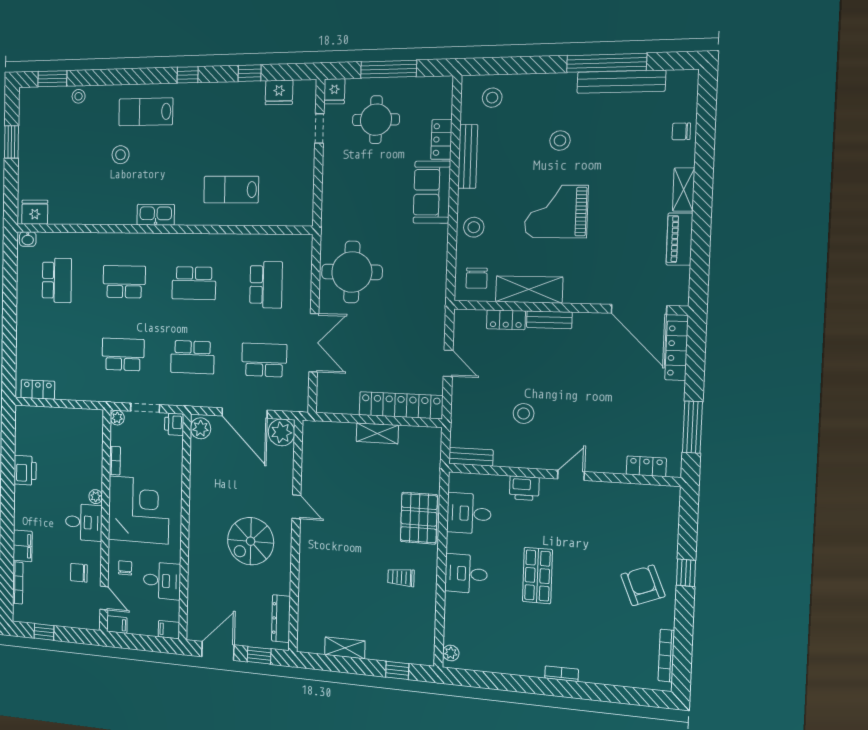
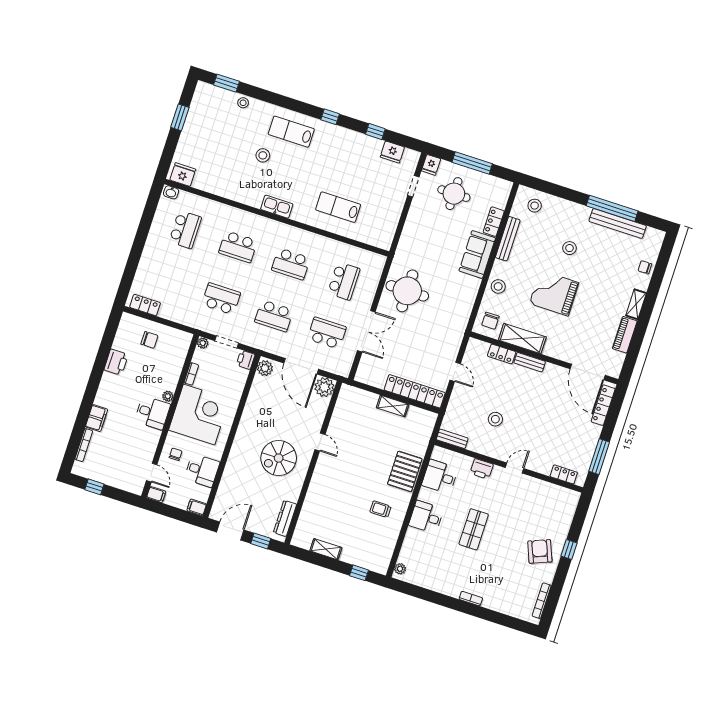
school desk: (124, 282) -> (238, 247), turned 180
chair: (79, 573) -> (149, 340), moved, turned 180

